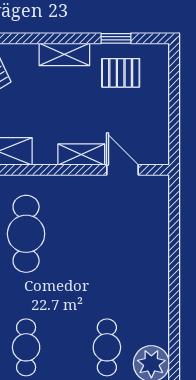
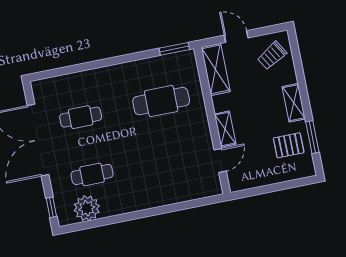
window: (116, 38) -> (312, 137), width x1.50
pallet: (121, 73) -> (289, 145), turned 90

